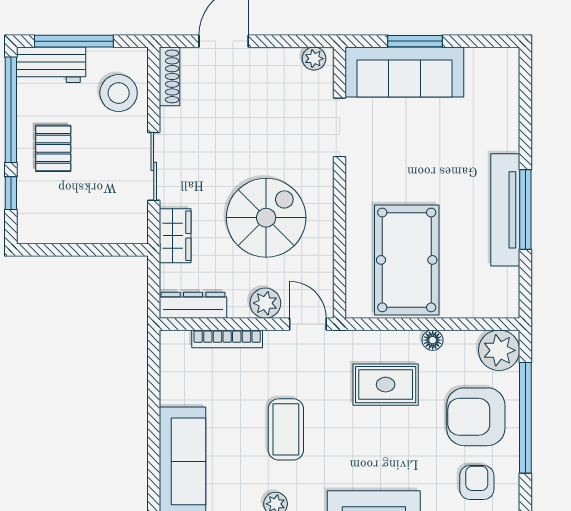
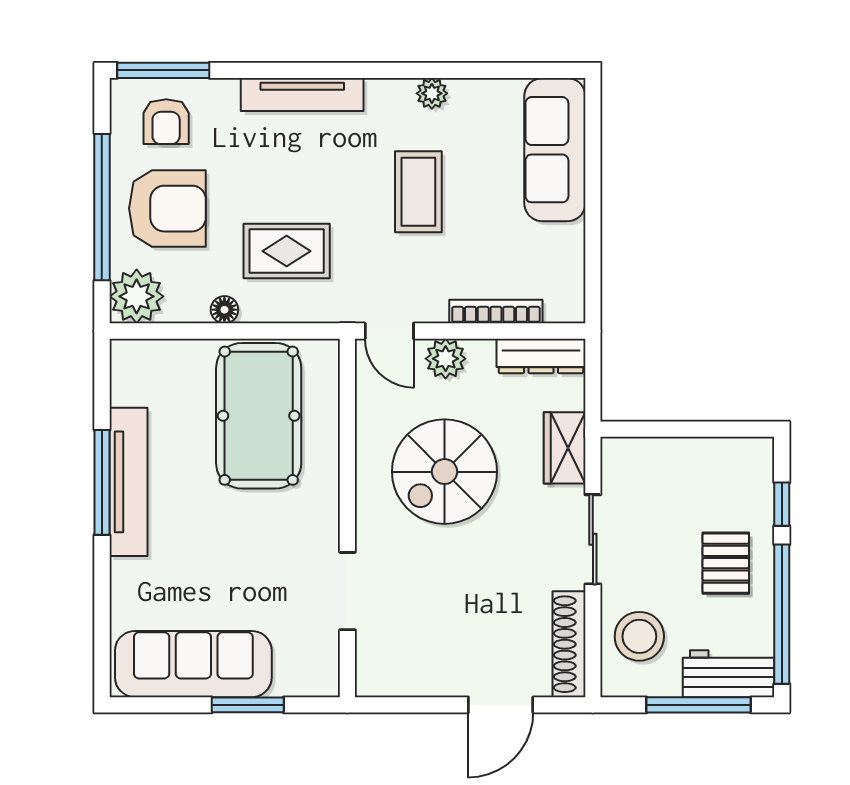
plant: (314, 59) -> (381, 682), removed
sofa: (404, 72) -> (193, 664), moved
shoe rack: (170, 76) -> (569, 644), width x1.36, depth x1.24

